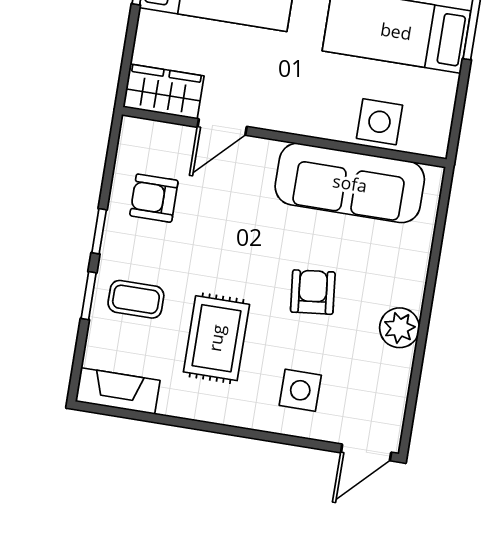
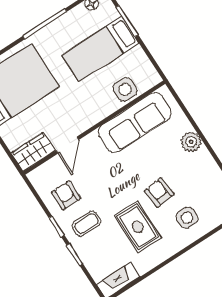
armchair: (154, 198) -> (66, 195), turned 90
armchair: (313, 292) -> (159, 192), moved
coffee table: (136, 299) -> (86, 224), moved
plant: (399, 328) -> (191, 142), moved

